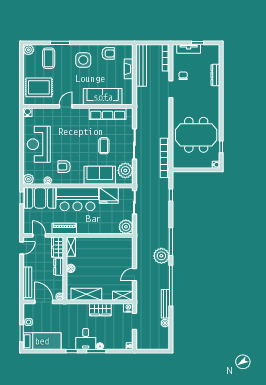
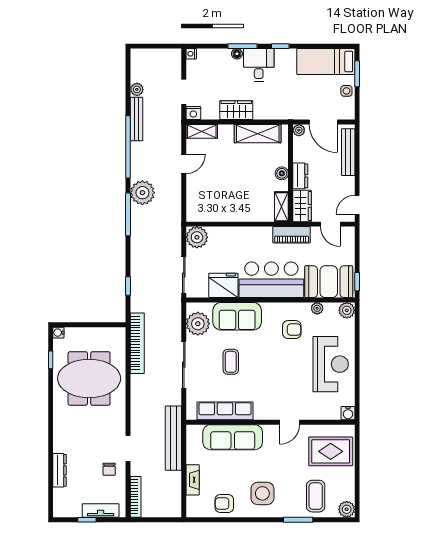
bench: (141, 65) -> (173, 438), moved

